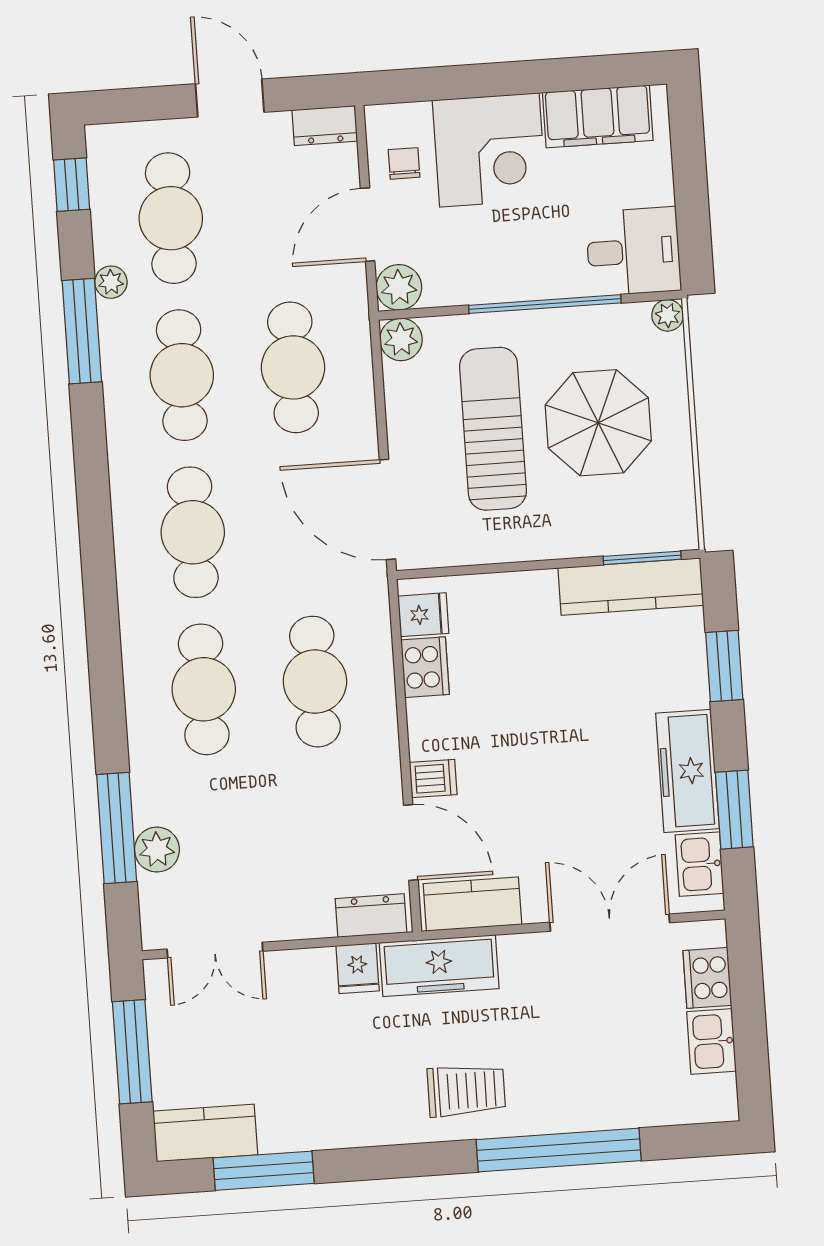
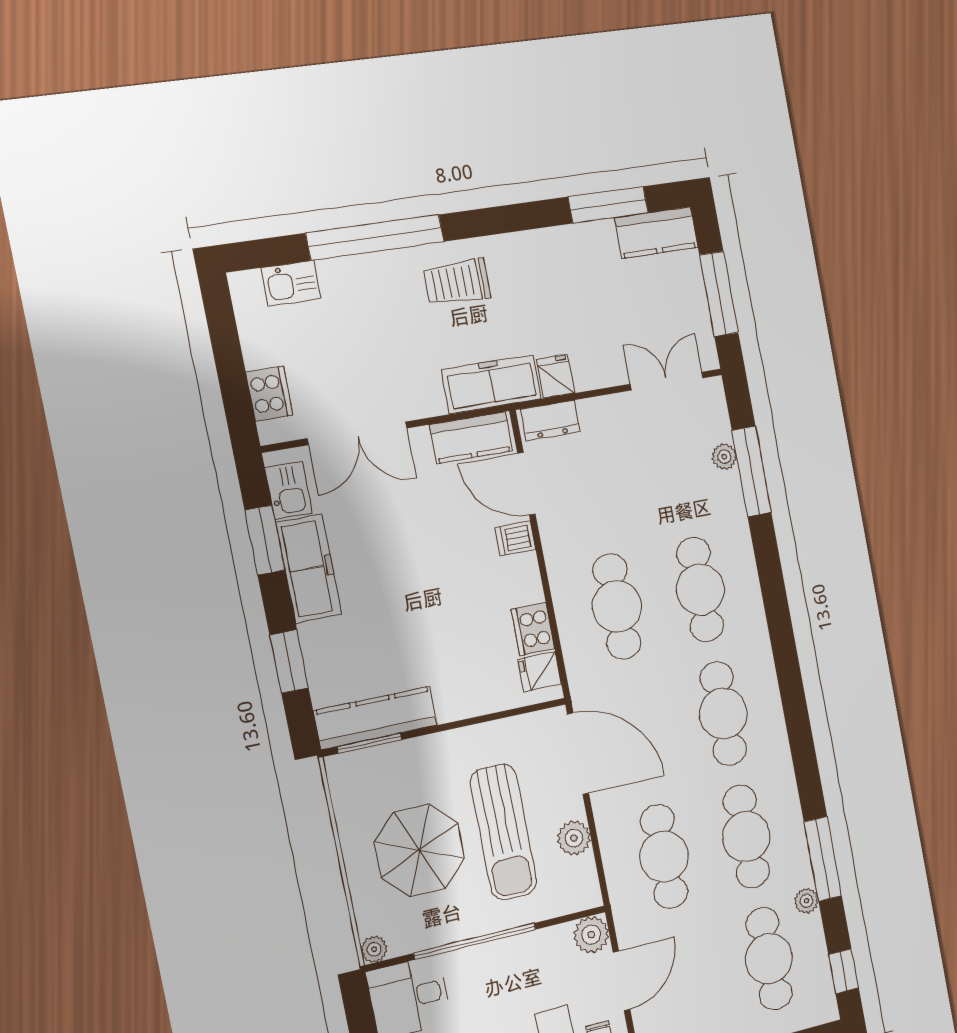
plant: (401, 339) -> (574, 838), moved
plant: (157, 850) -> (724, 457), width x0.73, depth x0.73
kitchen sink: (711, 1041) -> (291, 283), moved, turned 90

